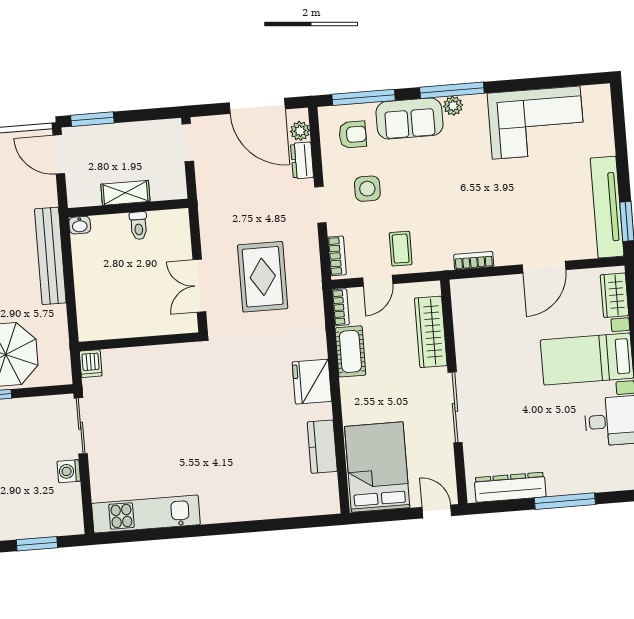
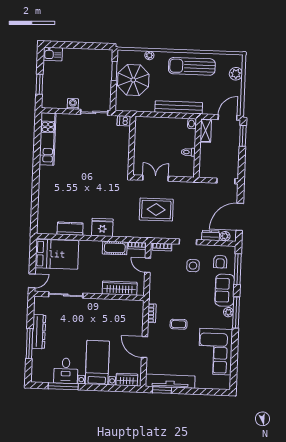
shelving: (125, 193) -> (206, 131), moved
coffee table: (401, 249) -> (179, 324), moved
sliding door: (455, 407) -> (66, 295), moved
dresser: (510, 487) -> (39, 332), moved

